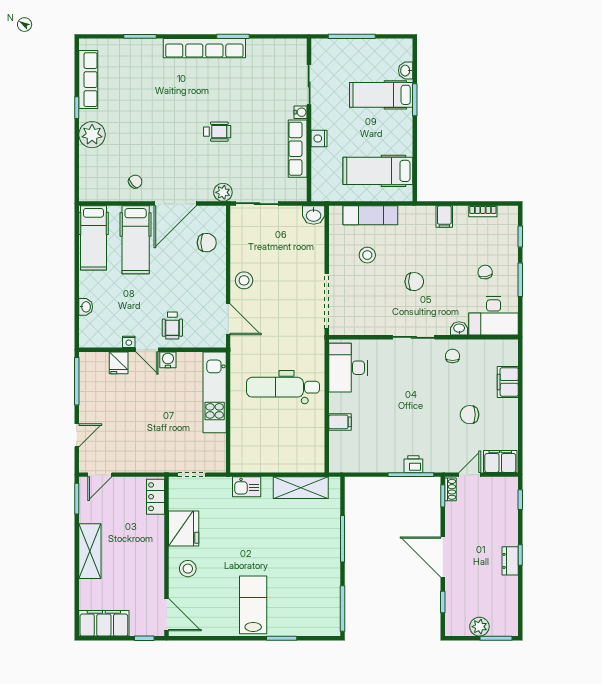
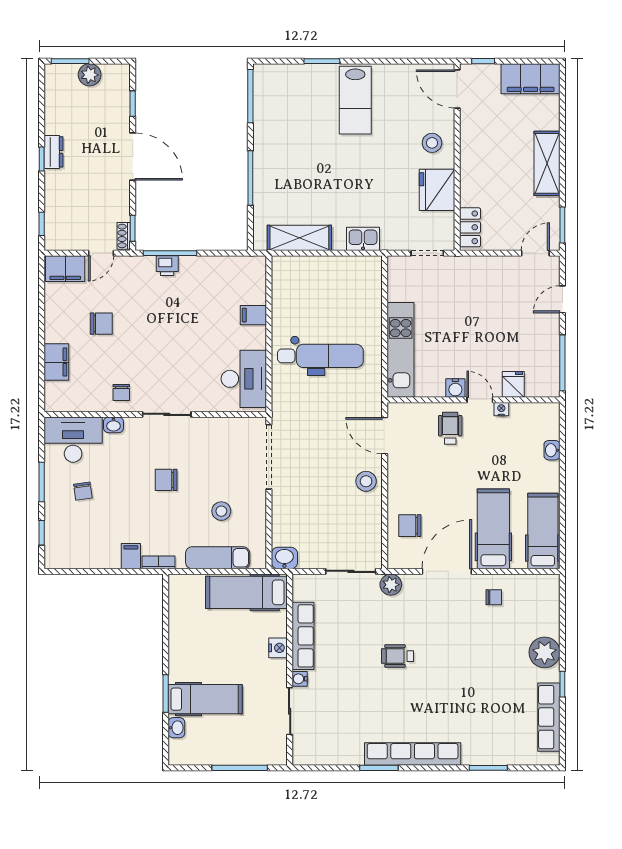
hospital bed: (378, 171) -> (246, 592), moved, turned 180
chair: (135, 182) -> (494, 597), turned -139
bookcase: (483, 211) -> (158, 562), moved

